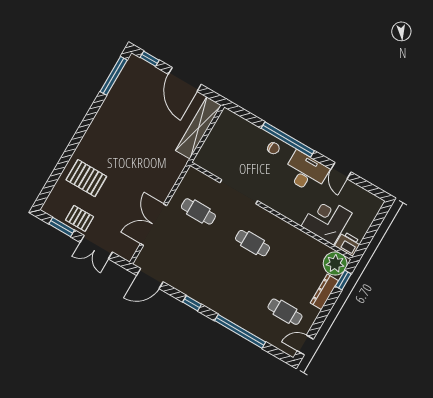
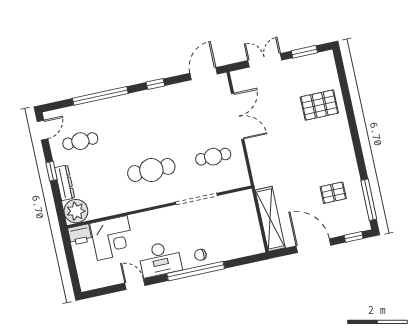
pallet: (79, 218) -> (333, 193), moved
cafe table: (253, 243) -> (151, 170), width x1.37, depth x1.35
window: (343, 280) -> (51, 171), moved

